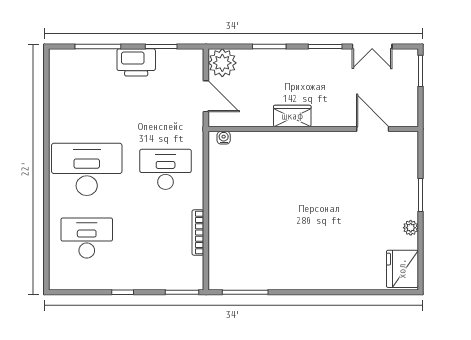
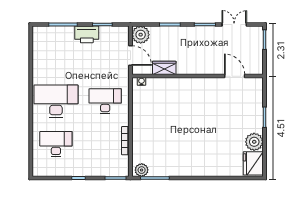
double door: (372, 46) -> (234, 24), swing flipped
wardrobe: (292, 116) -> (164, 68), moved
plant: (411, 228) -> (254, 142), width x1.88, depth x1.88
plant: (224, 279) -> (142, 170), added

